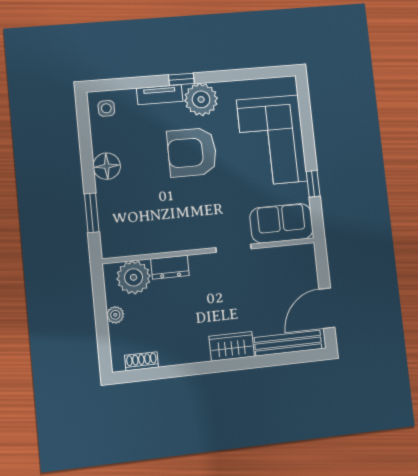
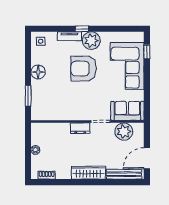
window: (313, 184) -> (147, 52), moved
dresser: (170, 267) -> (80, 128), moved
plant: (134, 277) -> (124, 132), moved
wardrobe: (232, 346) -> (88, 173), width x1.50

